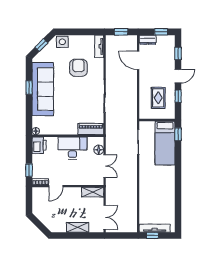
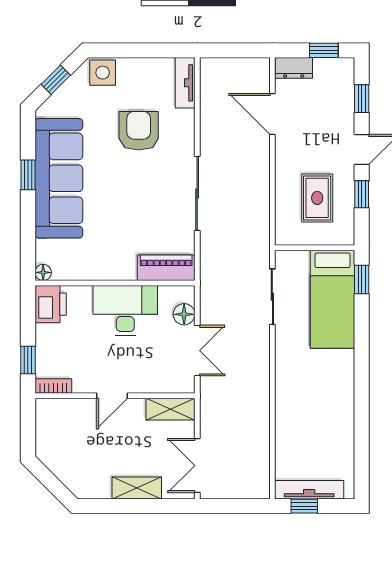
window: (121, 32) -> (234, 50), removed
door: (56, 186) -> (112, 396), moved
double door: (105, 217) -> (197, 466), swing flipped

